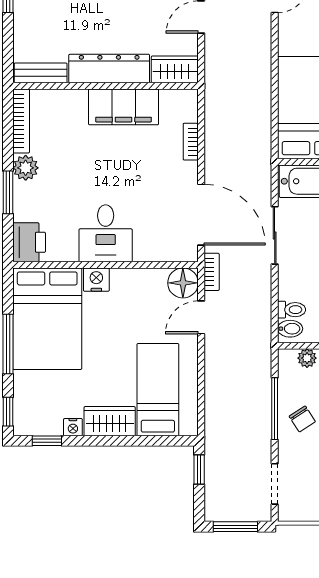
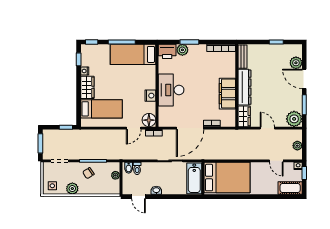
plant: (26, 168) -> (182, 50), moved
door: (201, 215) -> (190, 128), moved
desk: (106, 233) -> (171, 90), width x1.37
nightstand: (96, 280) -> (150, 96), moved
door: (201, 317) -> (134, 128), swing flipped
bed: (47, 319) -> (133, 54), width x0.67

